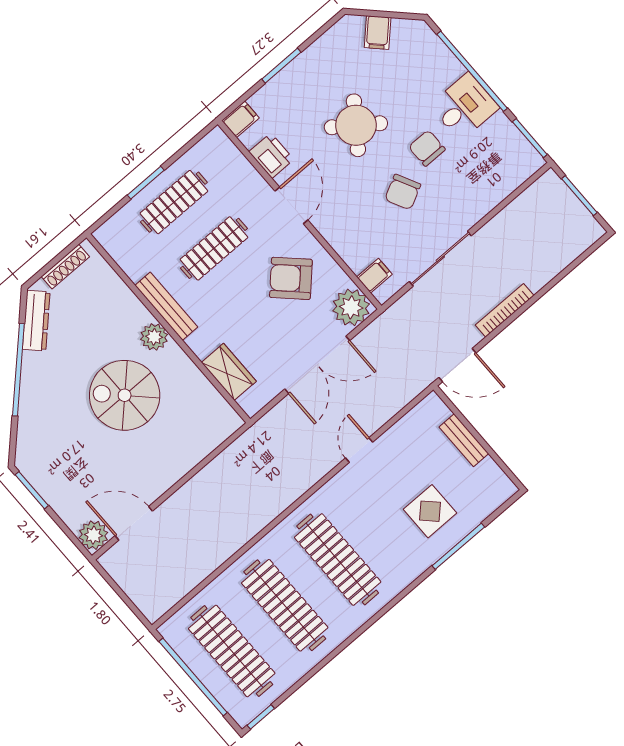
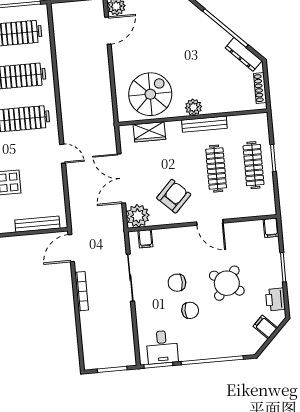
desk: (464, 107) -> (162, 347), moved
printer: (271, 156) -> (275, 299), moved, turned 90
chair: (403, 192) -> (177, 283), turned -63
spiral stairs: (125, 395) -> (150, 94), moved
bench: (464, 440) -> (37, 224), width x1.36
door: (359, 450) -> (63, 154), moved

